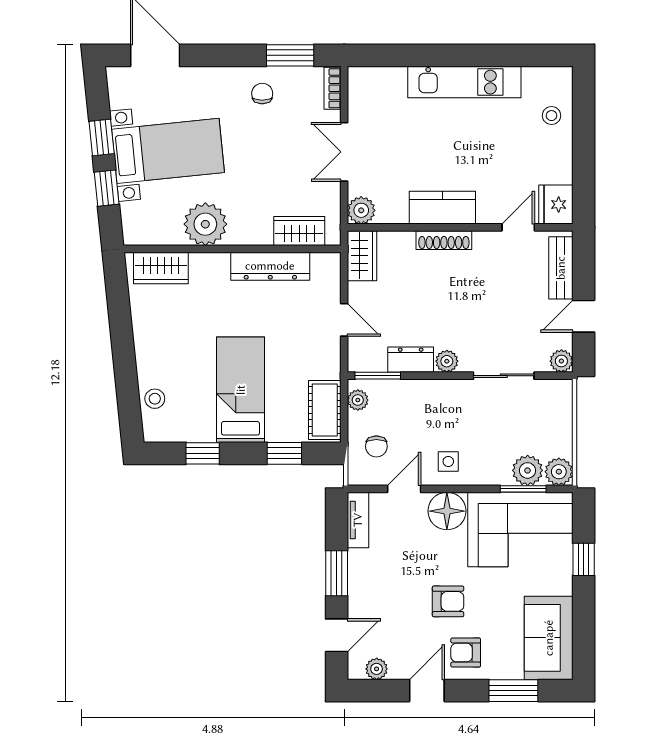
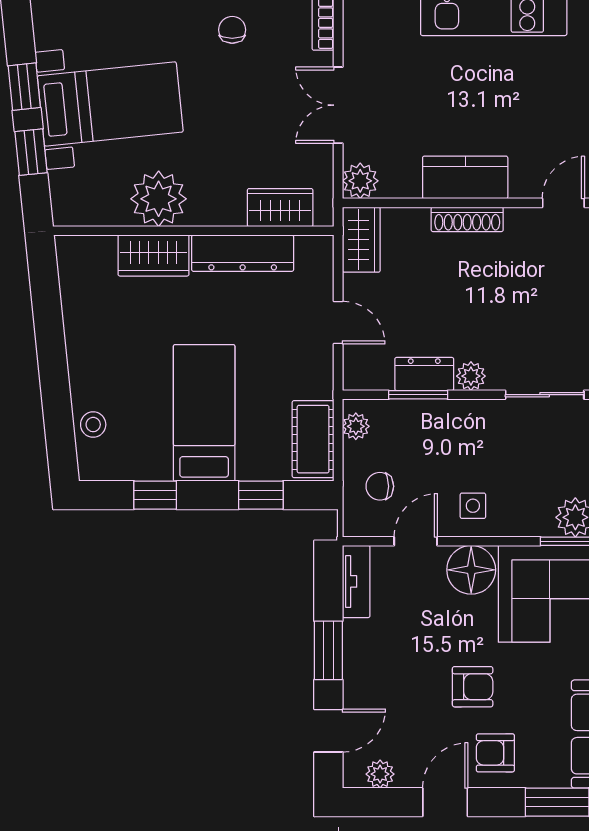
wardrobe: (161, 268) -> (154, 256), moved
window: (378, 376) -> (418, 395), moved
chair: (376, 446) -> (380, 486), turned 90

